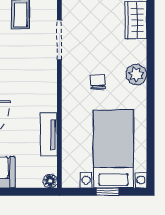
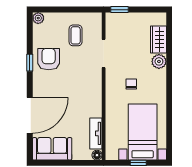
plant: (136, 74) -> (159, 61), moved
tv unit: (49, 134) -> (96, 133), moved

